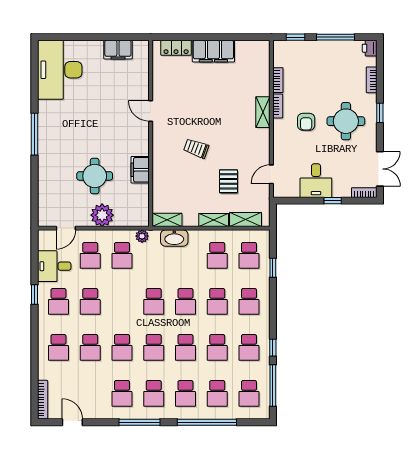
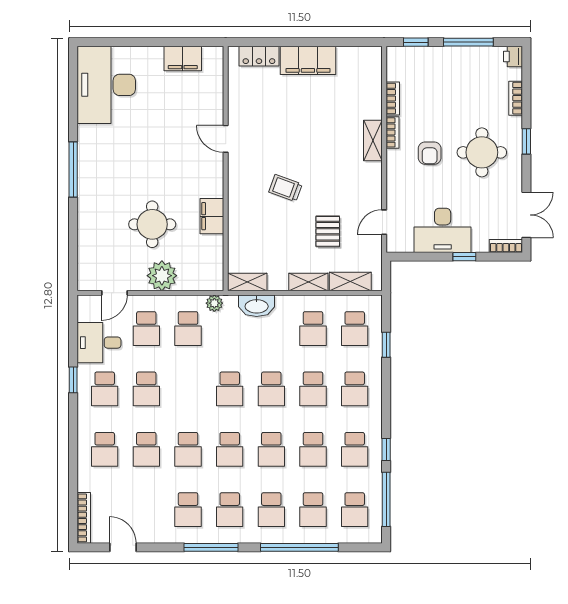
desk: (316, 181) -> (443, 230), width x1.37

